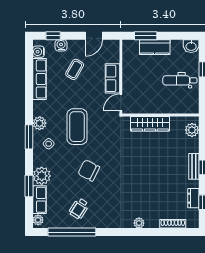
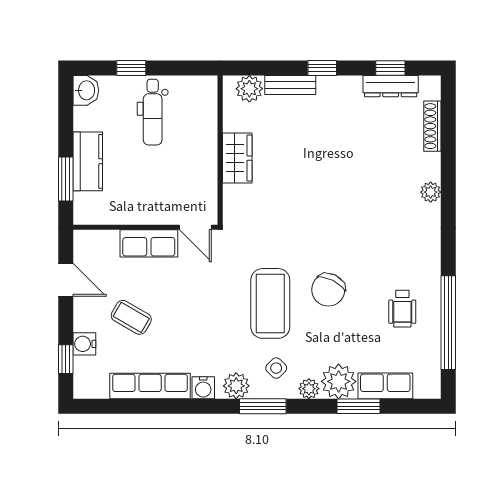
water cooler: (38, 52) -> (203, 388), moved
wardrobe: (150, 124) -> (237, 158), width x0.67
coffee table: (77, 127) -> (270, 303), moved, turned 90
bench: (194, 166) -> (290, 85), moved
dresser: (193, 198) -> (391, 86), width x1.44
wheelchair: (79, 208) -> (402, 309), turned 57
plant: (38, 220) -> (309, 389), moved

